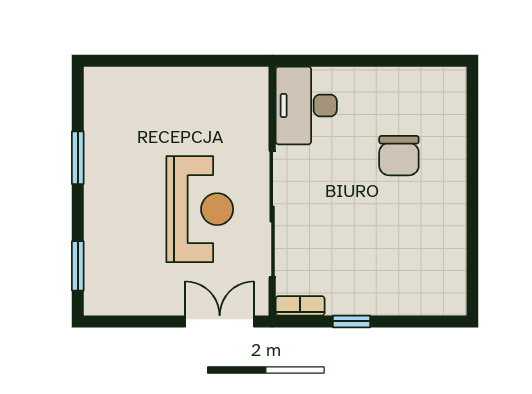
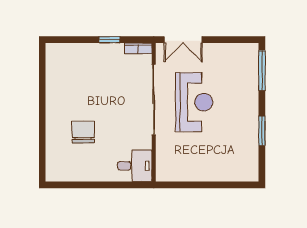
desk: (306, 105) -> (135, 166), width x0.73
reception desk: (200, 209) -> (194, 102), turned 180
window: (78, 266) -> (262, 71), width x1.44

